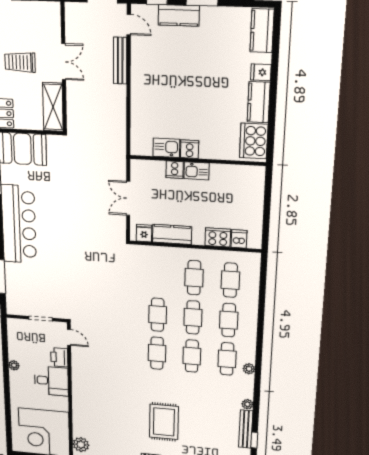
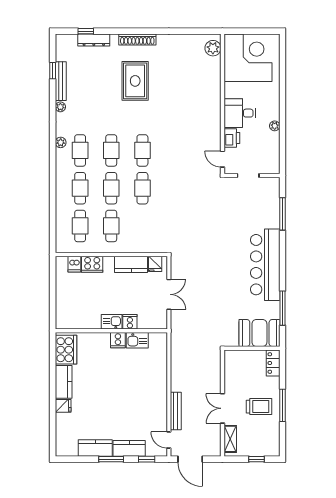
kitchen counter: (262, 31) -> (95, 448), moved, turned -90
shelving: (53, 107) -> (230, 439), moved, width x0.67, depth x0.75

